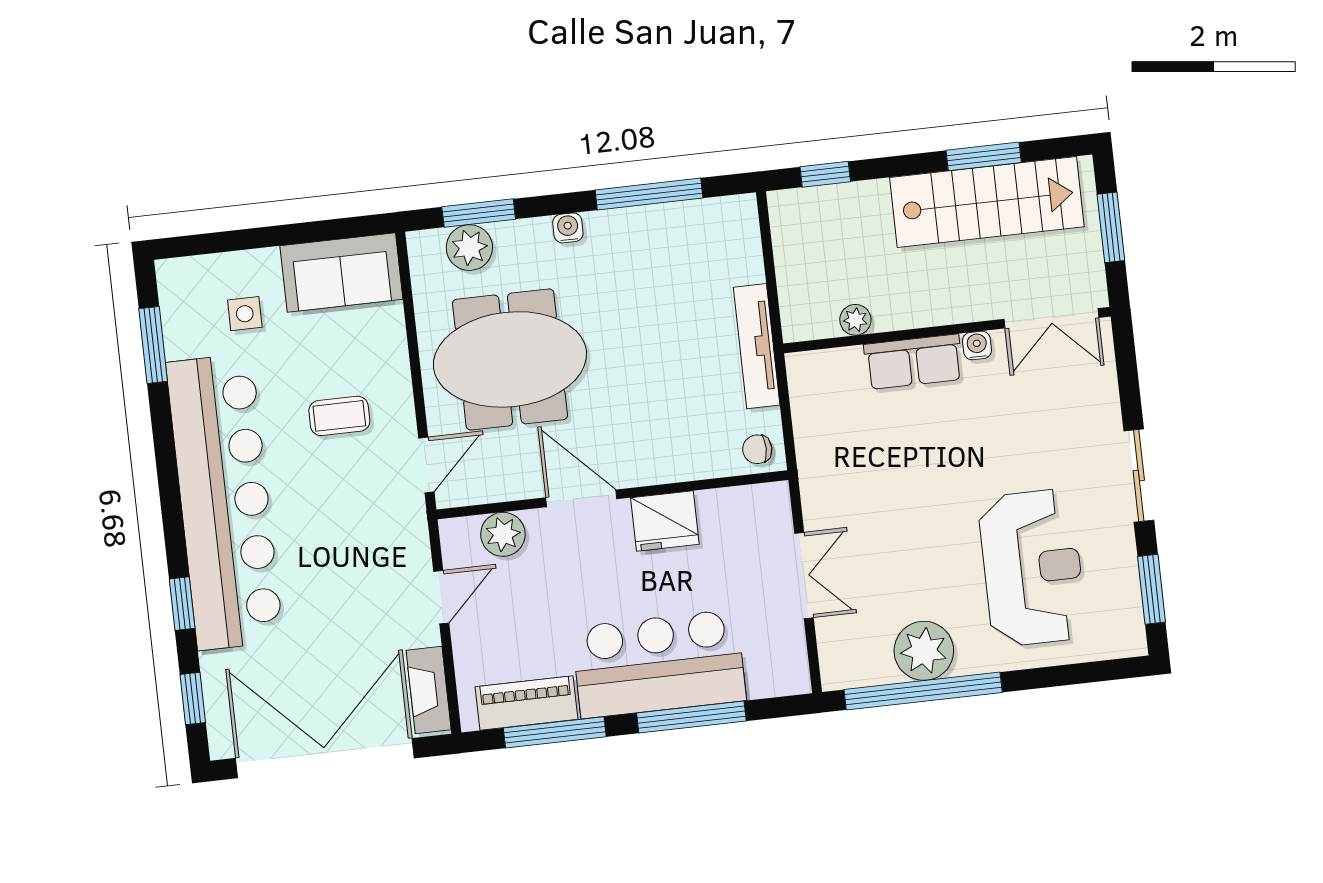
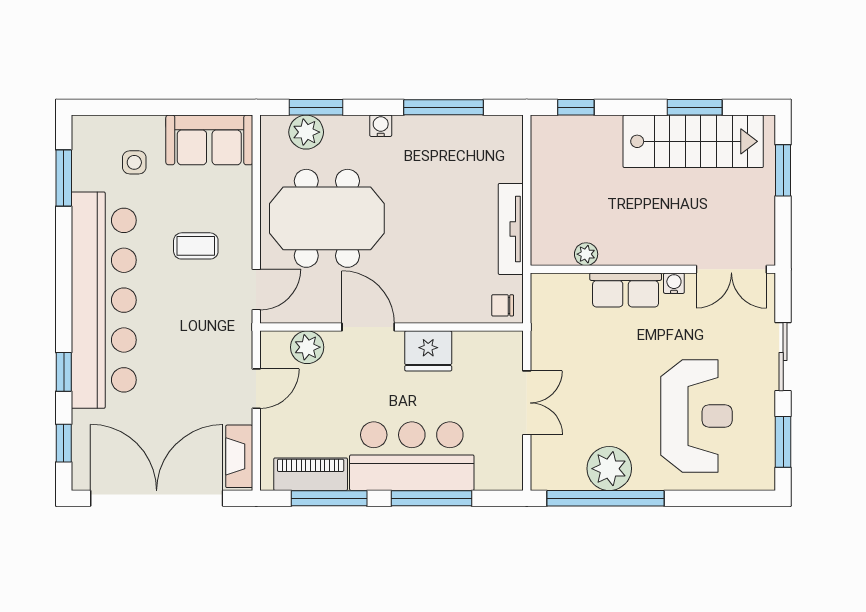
double door: (1051, 318) -> (731, 269), moved
plant: (855, 320) -> (586, 254), moved
wall: (947, 330) -> (653, 269), moved
water cooler: (977, 345) -> (674, 283), moved
row of seats: (913, 362) -> (626, 290), moved

